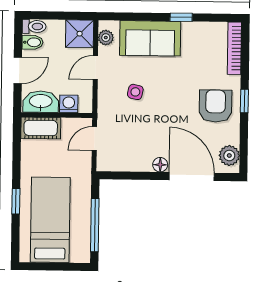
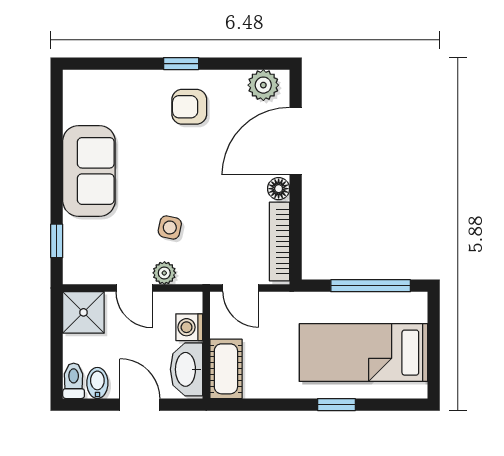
window: (181, 17) -> (57, 241), moved
plant: (106, 38) -> (164, 273), moved
sofa: (150, 38) -> (89, 171), moved
bookcase: (234, 48) -> (280, 242), moved, turned 90
armchair: (216, 106) -> (189, 107), width x0.72, depth x0.72

